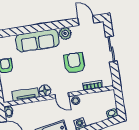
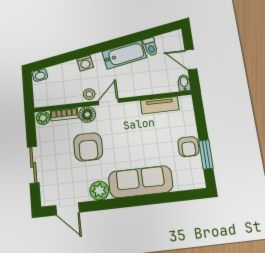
plant: (107, 82) -> (43, 118), added
floor lamp: (45, 91) -> (87, 114), moved
door: (62, 96) -> (108, 102), hinge flipped

